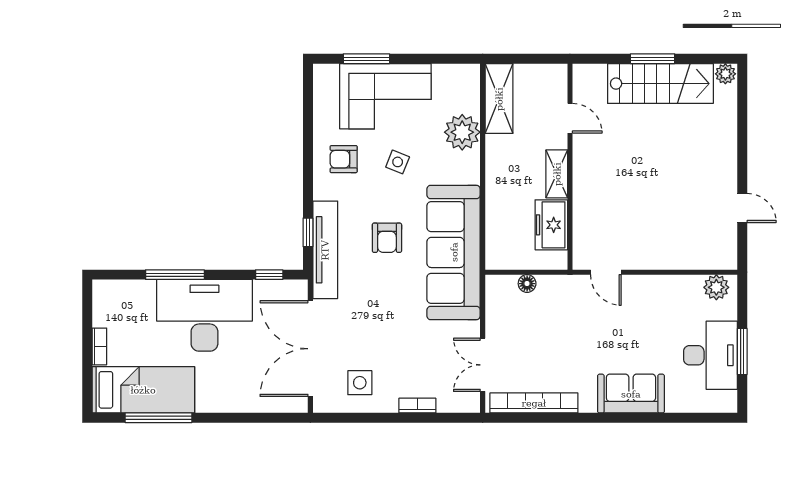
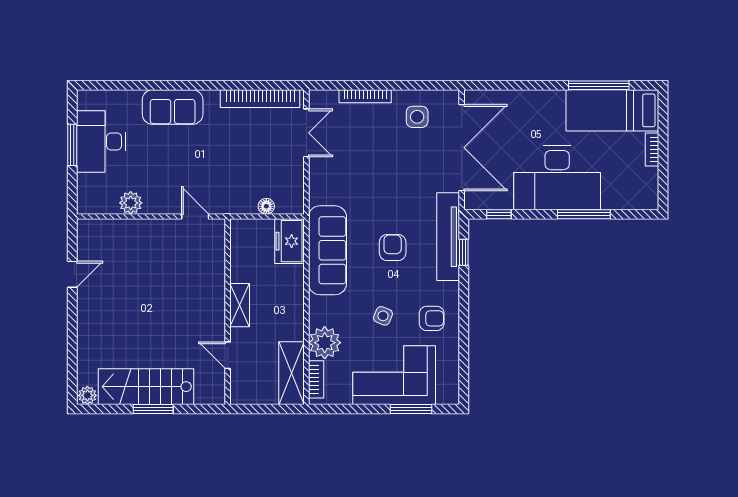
bookcase: (472, 92) -> (316, 379), added
door: (742, 208) -> (72, 274), swing flipped
freezer: (551, 225) -> (290, 241), moved, turned 180
sofa: (454, 252) -> (327, 250), width x0.74, depth x0.79
plant: (716, 287) -> (131, 203), moved
bookcase: (417, 406) -> (365, 96), width x1.56

